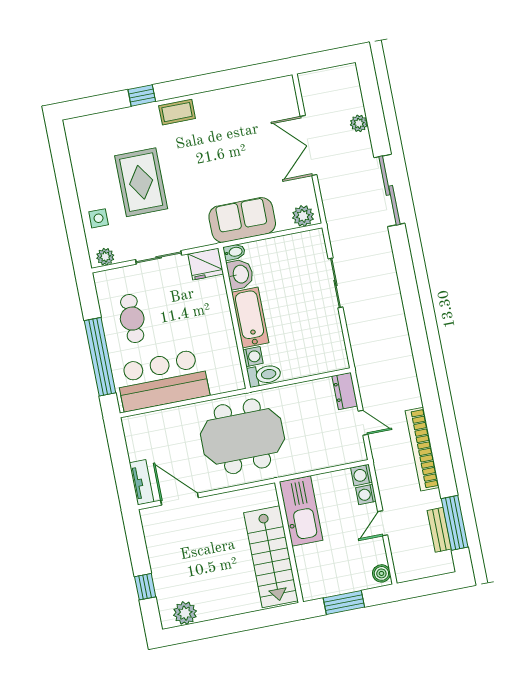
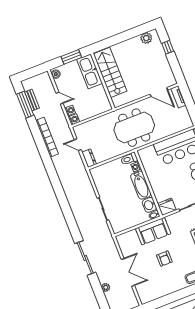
armchair: (230, 160) -> (164, 259), added
plant: (303, 216) -> (124, 238), removed
kitchen sink: (301, 511) -> (90, 71), moved
door: (383, 523) -> (60, 98), hinge flipped

